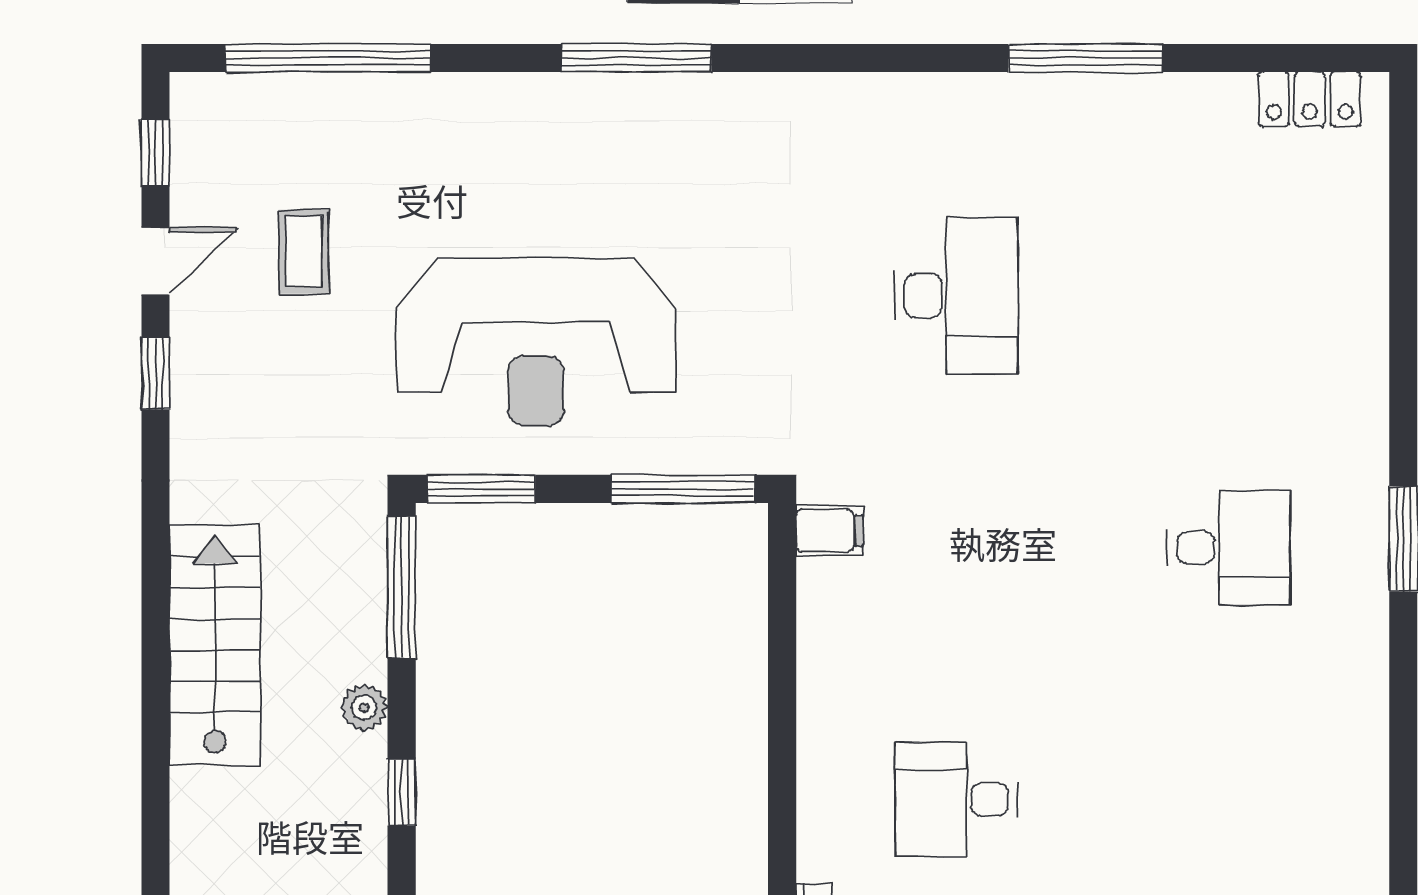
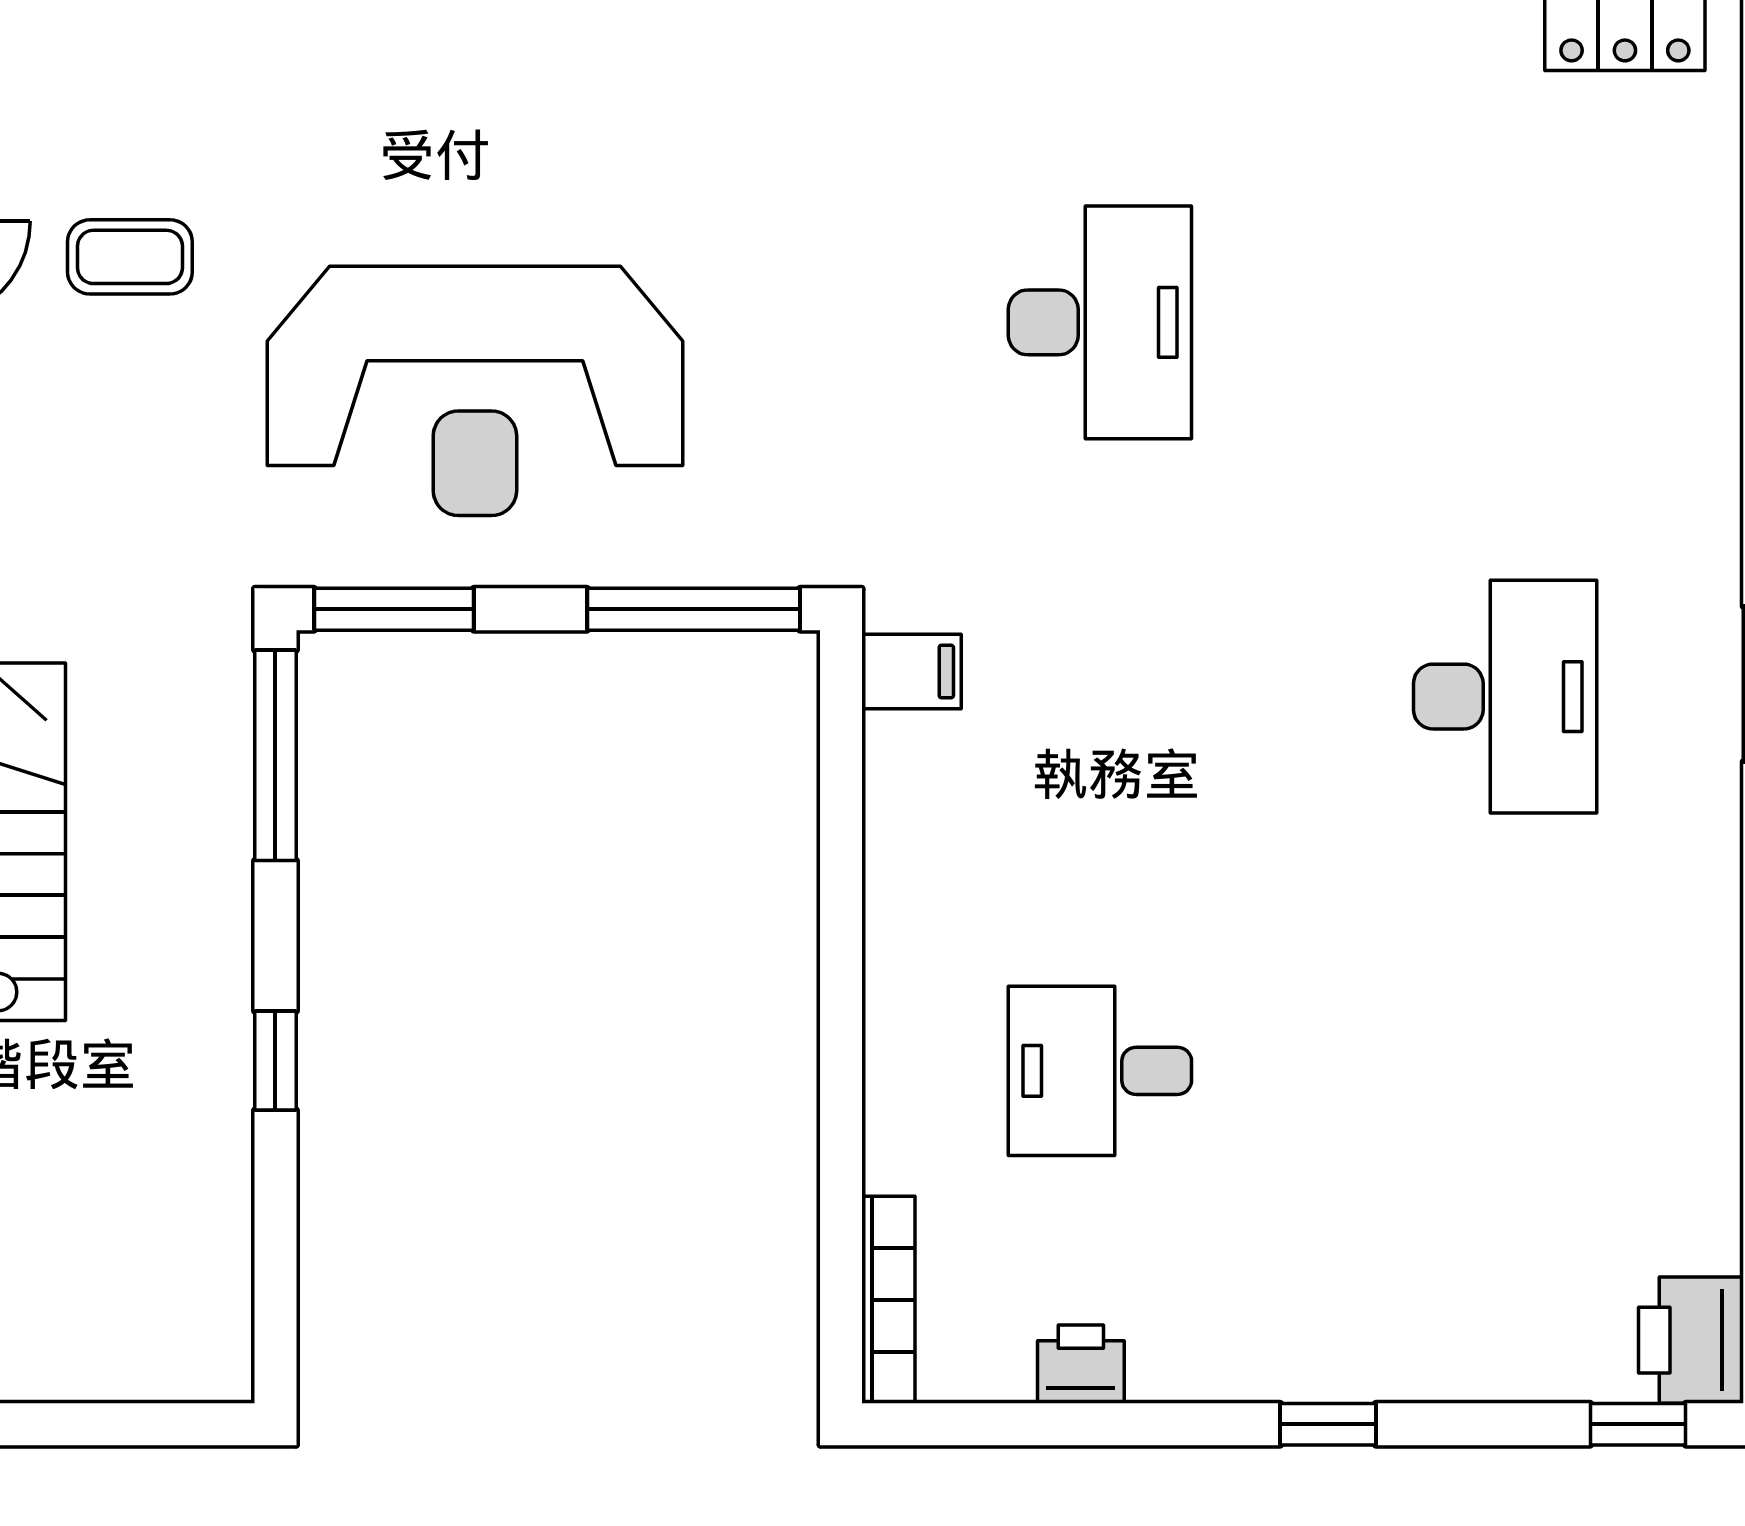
coffee table: (304, 252) -> (130, 257), turned 90
desk: (1229, 548) -> (1505, 697), width x1.37
plant: (364, 707) -> (220, 934), removed

